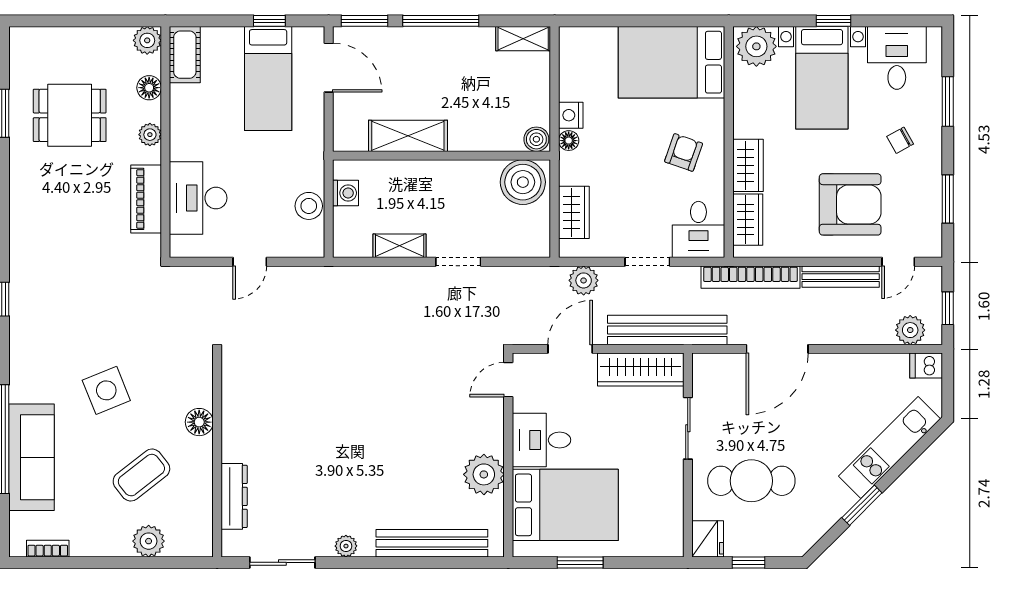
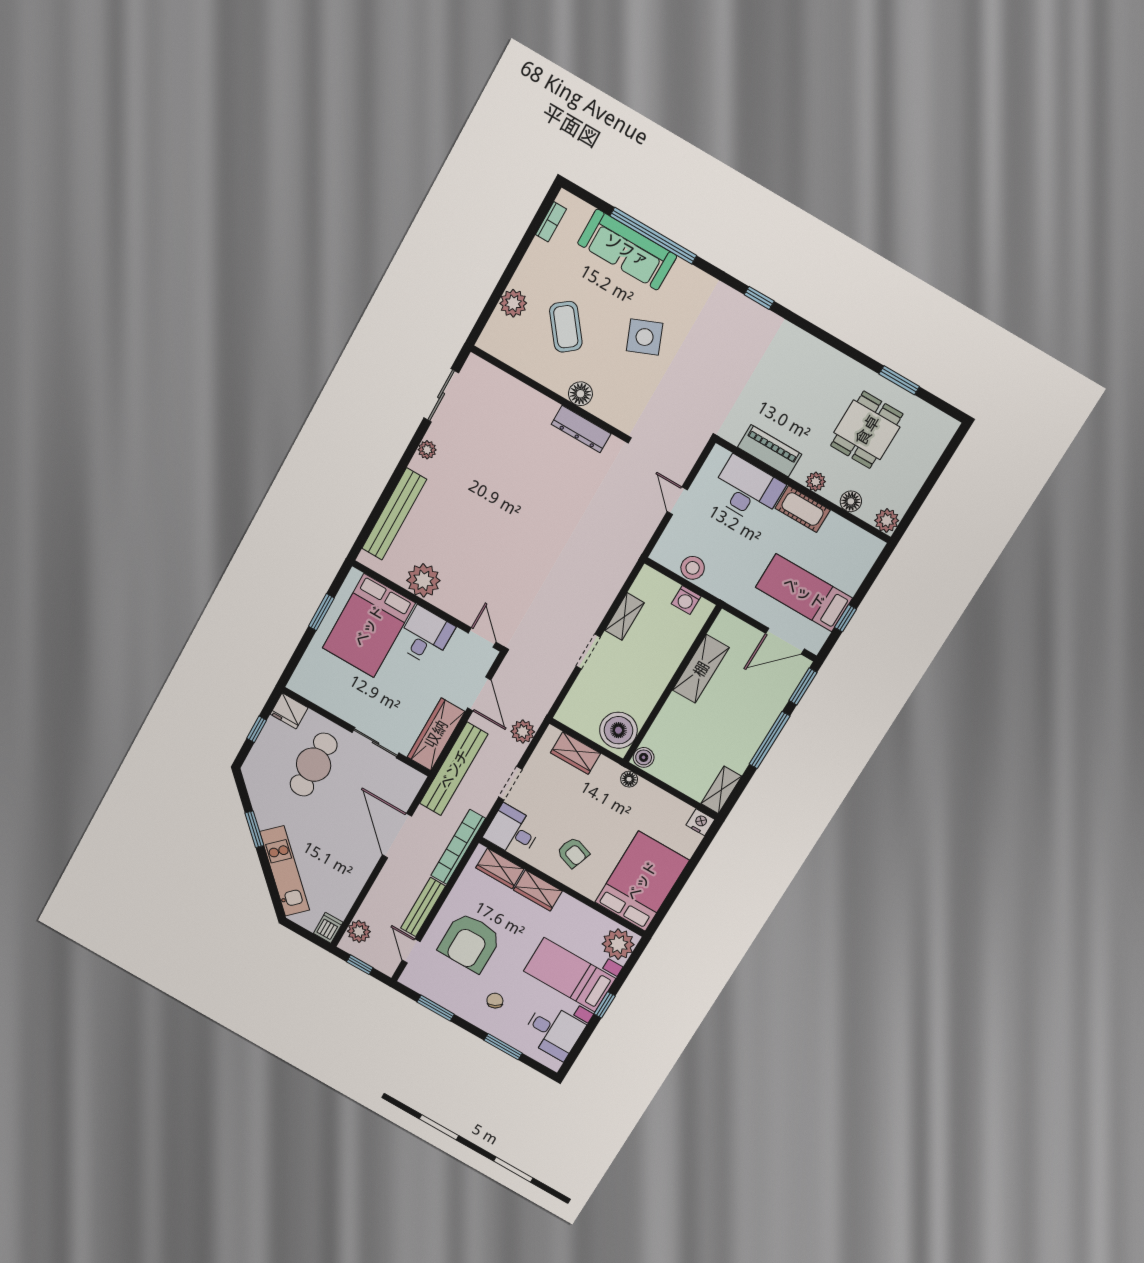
cot: (185, 55) -> (803, 509), moved
nightstand: (571, 115) -> (700, 822), moved
dresser: (234, 496) -> (581, 429), moved

